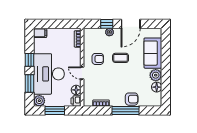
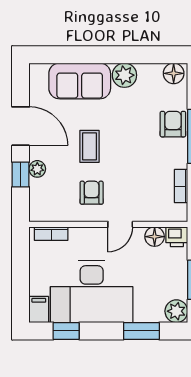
window: (30, 60) -> (66, 331), moved
desk: (49, 74) -> (92, 292), moved
floor lamp: (157, 87) -> (174, 73), moved

